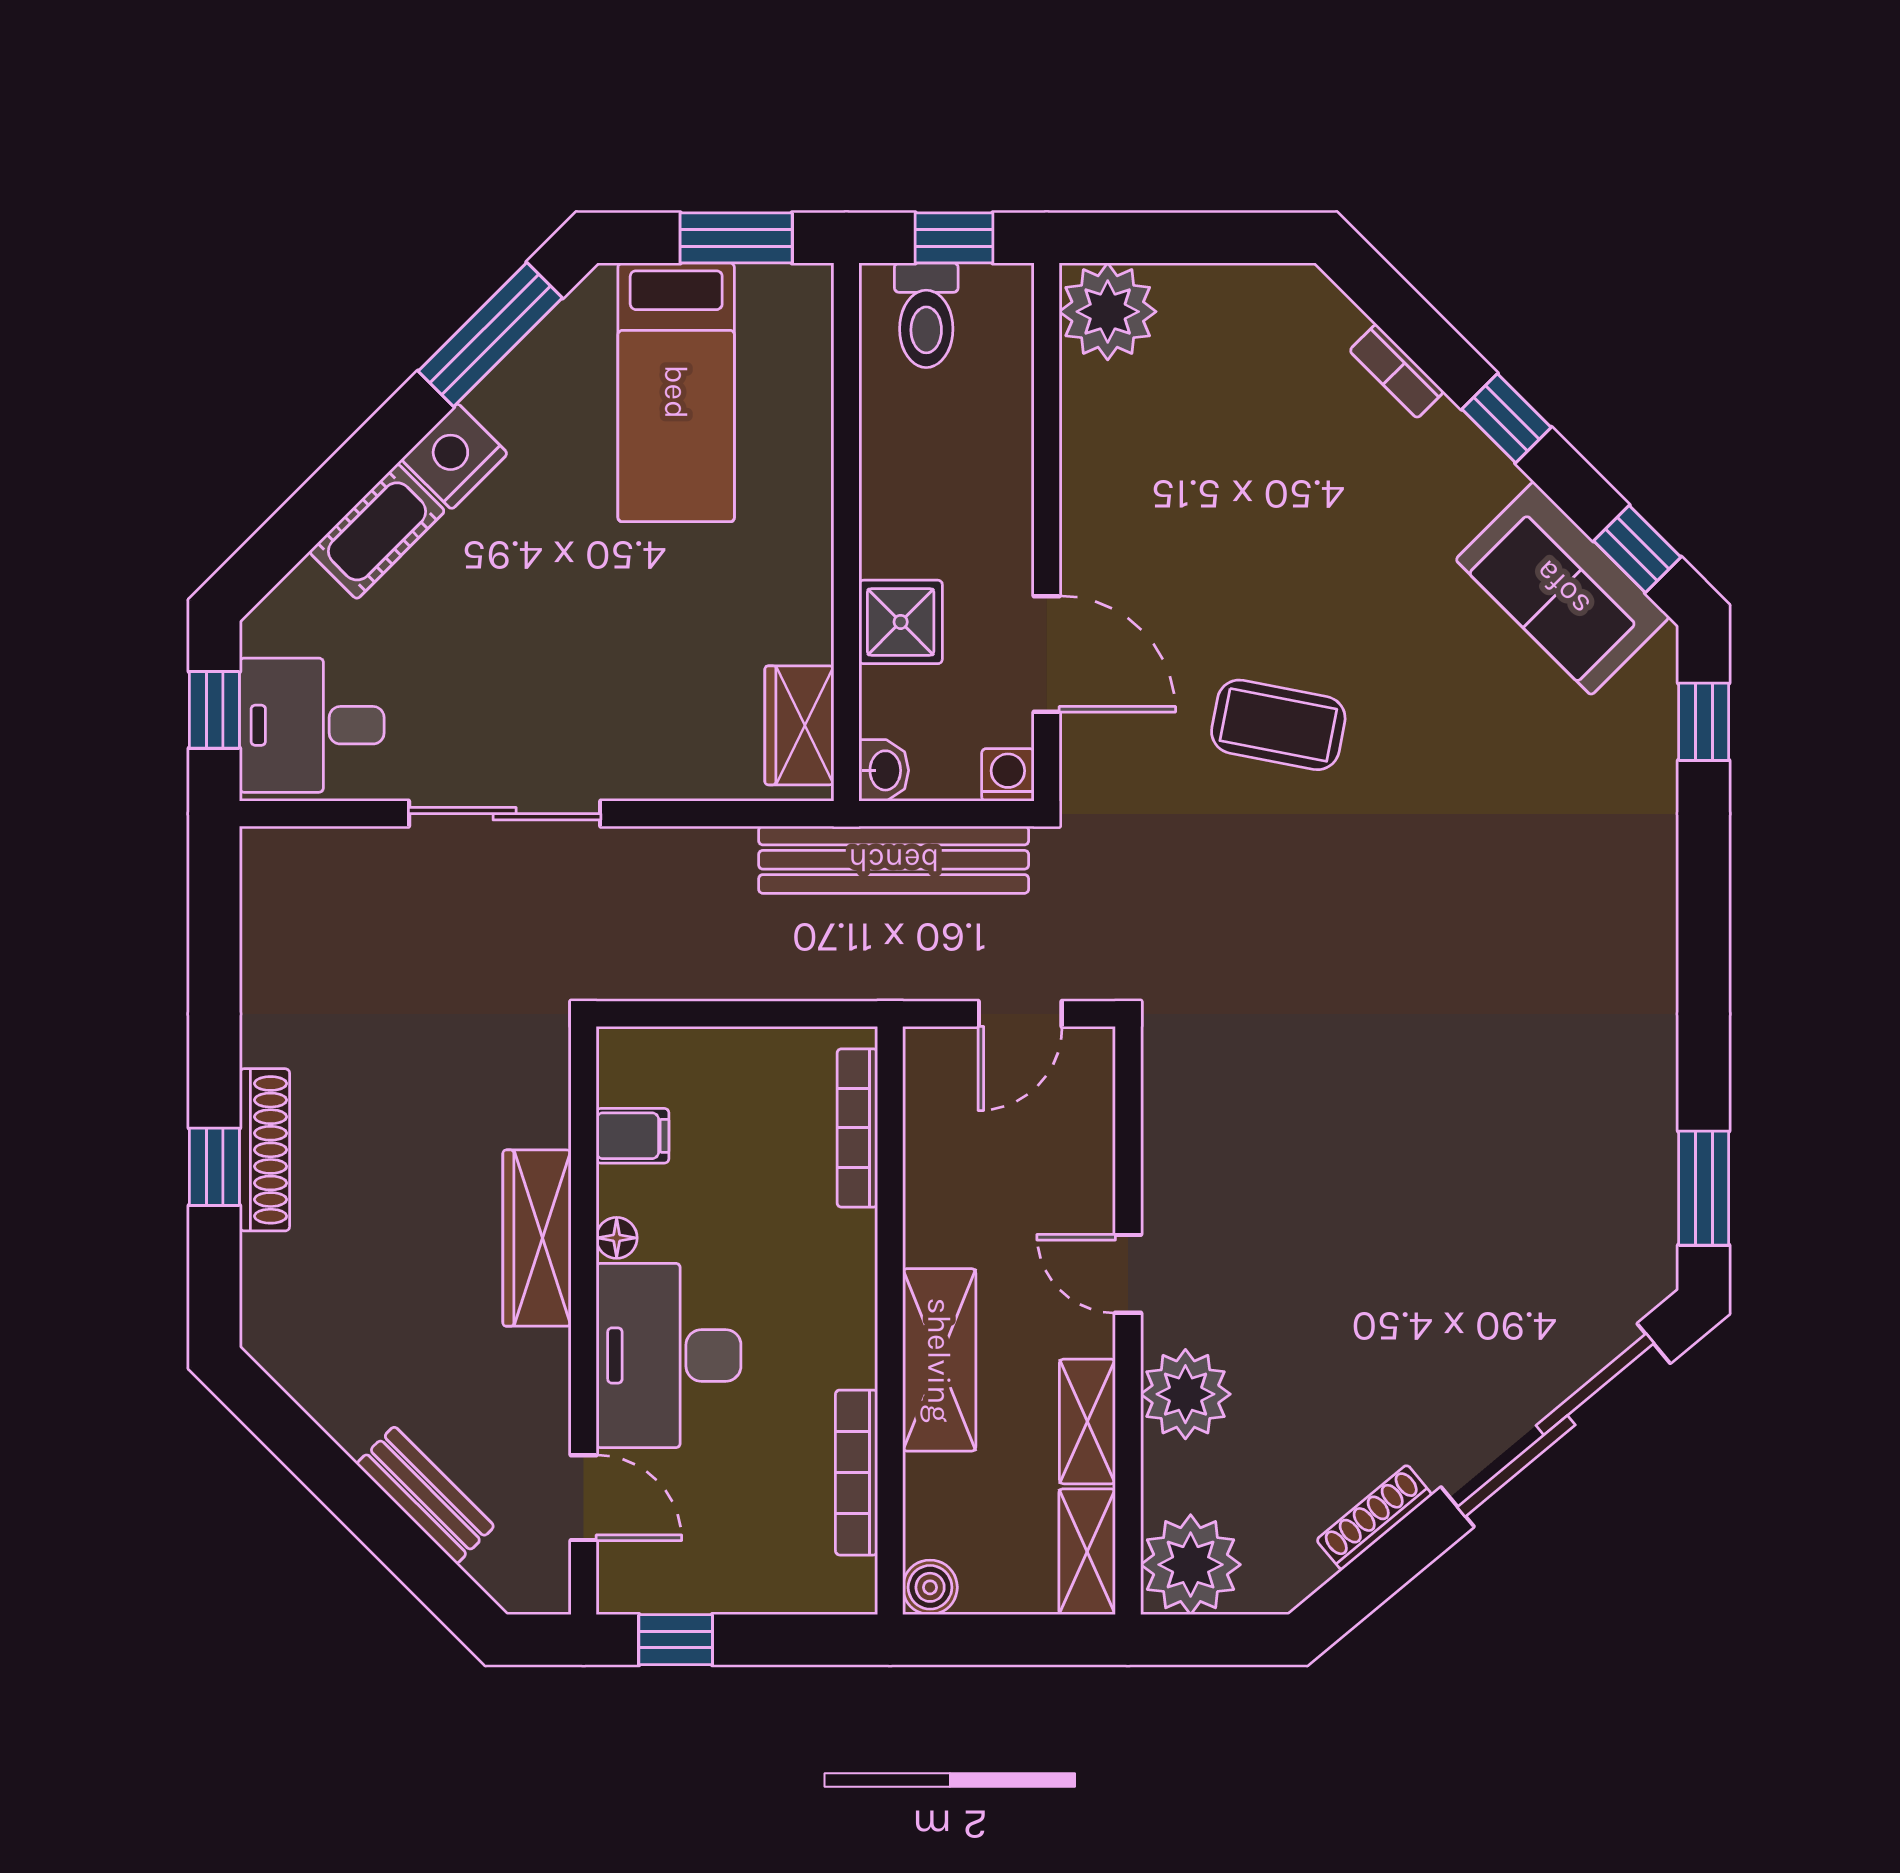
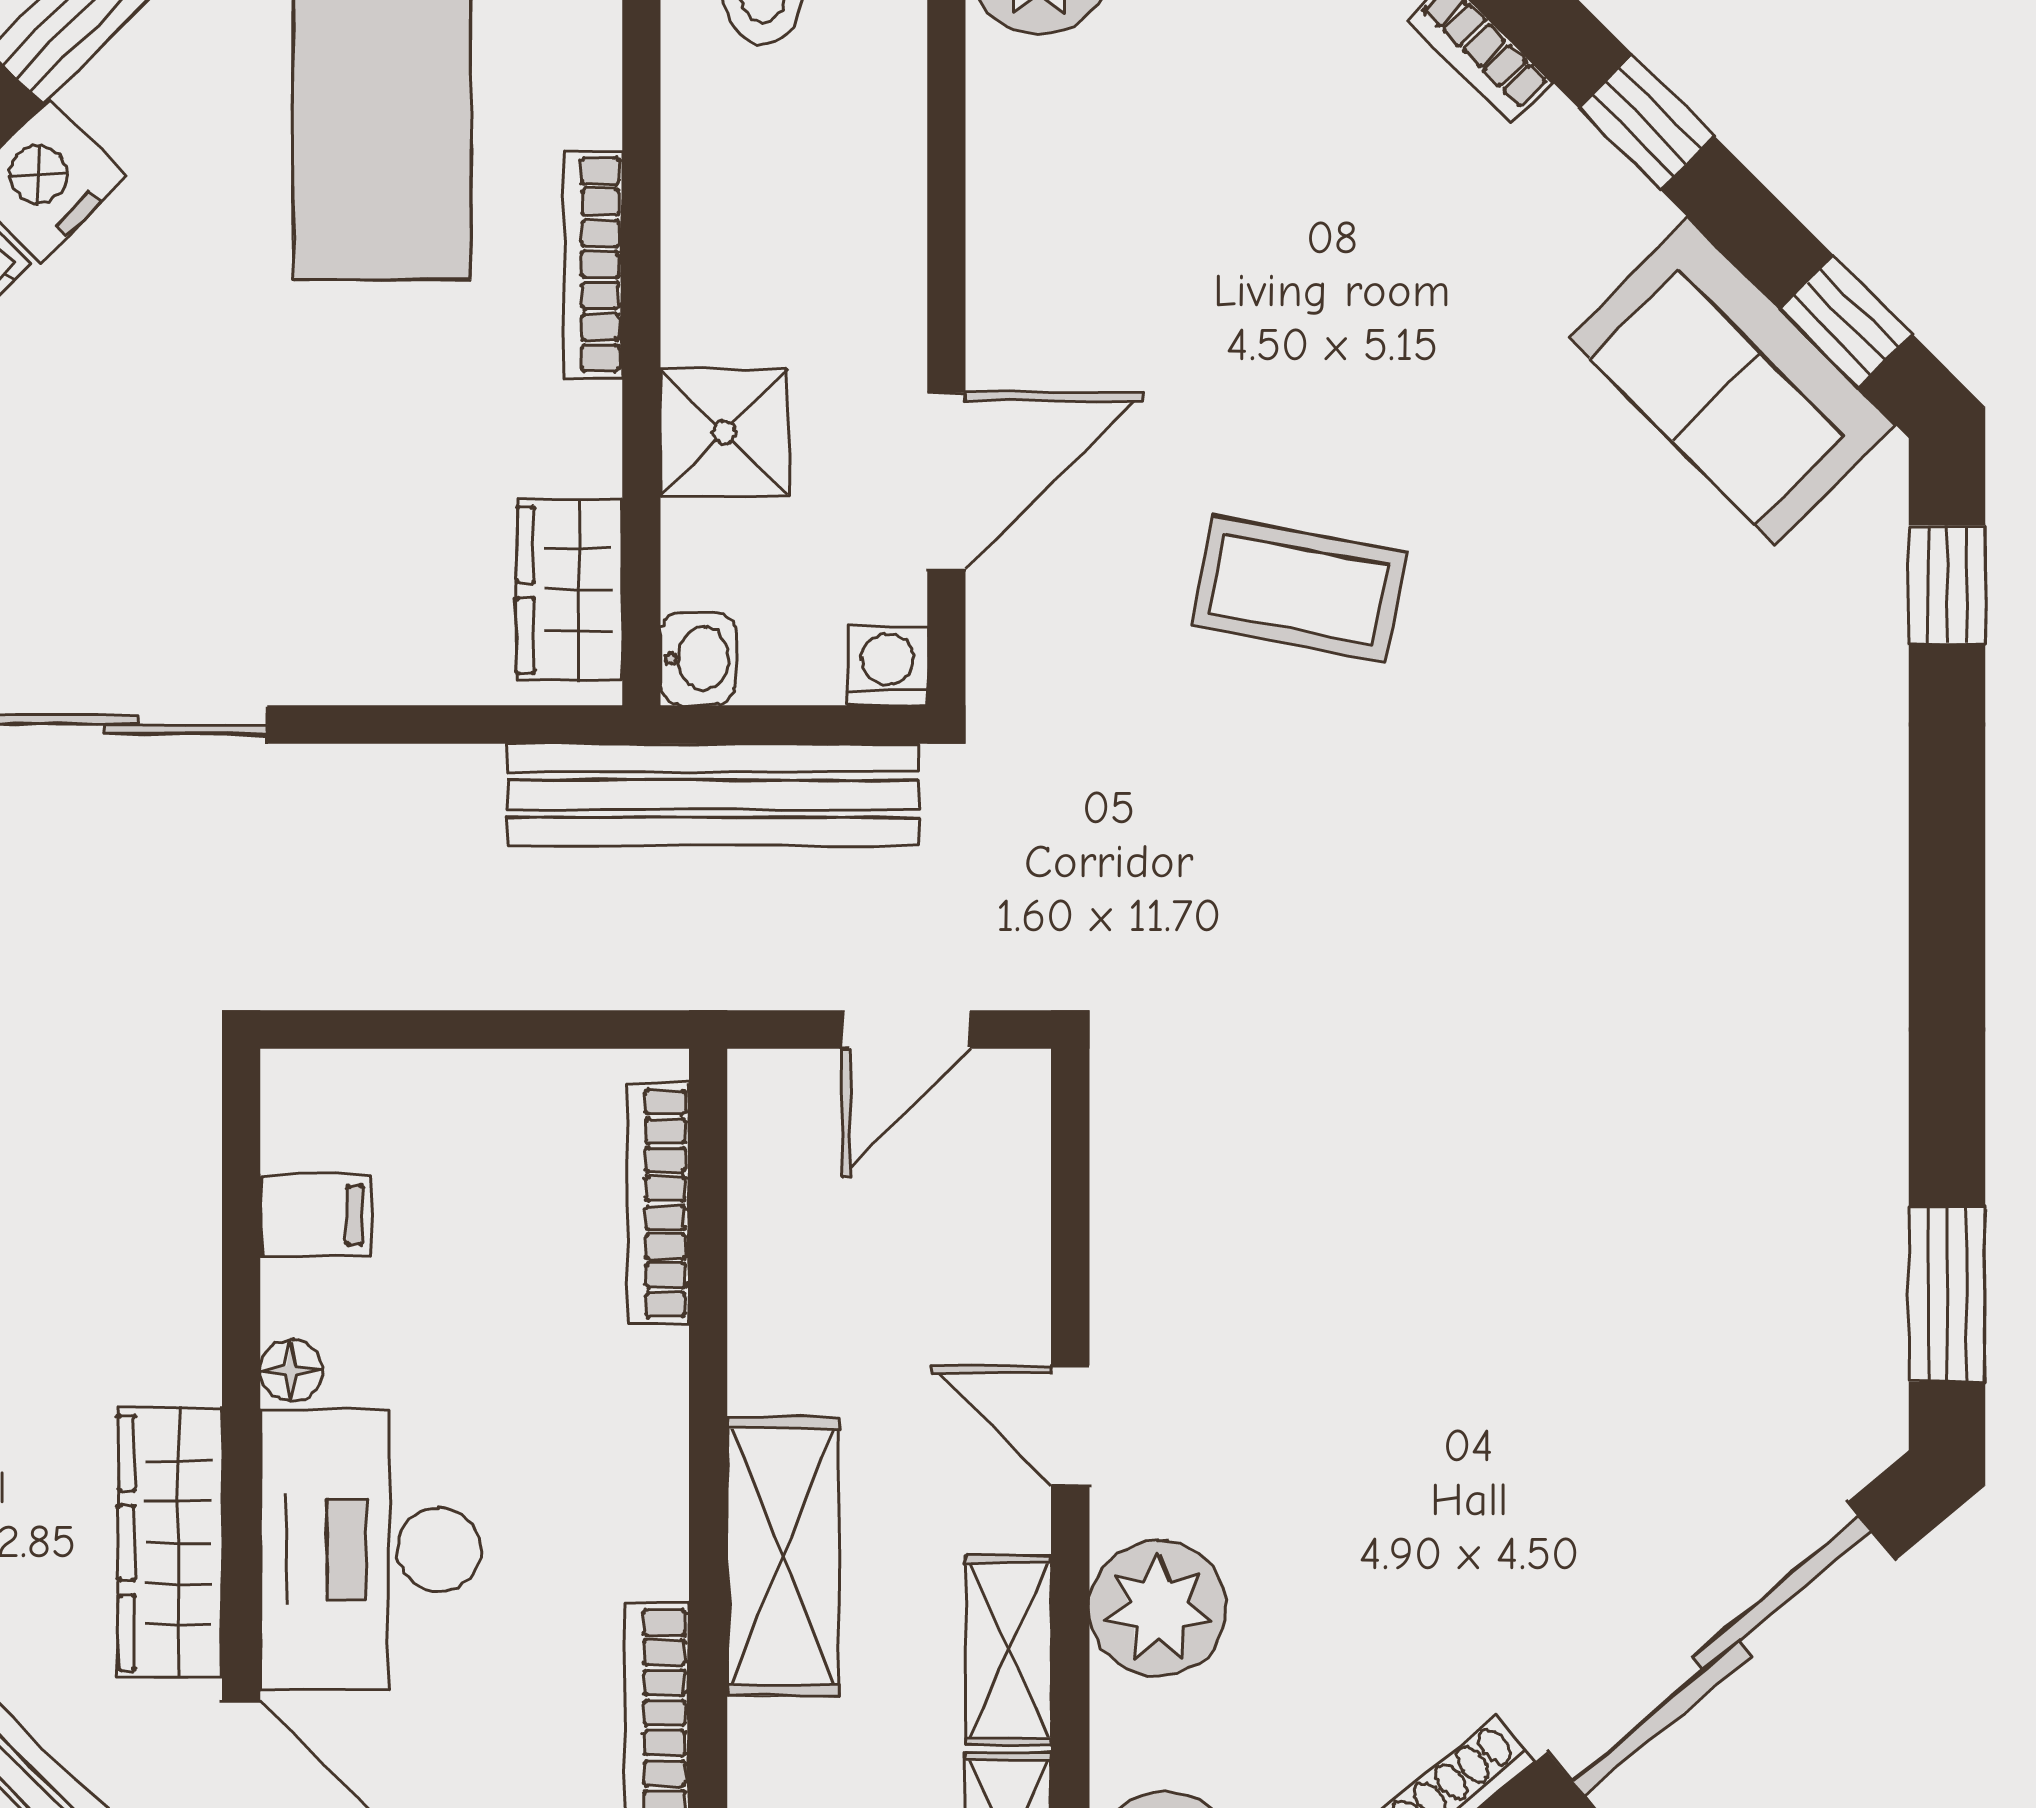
bookcase: (815, 512) -> (593, 265), added
door: (1047, 654) -> (946, 481), hinge flipped
wardrobe: (537, 1238) -> (170, 1543), moved

